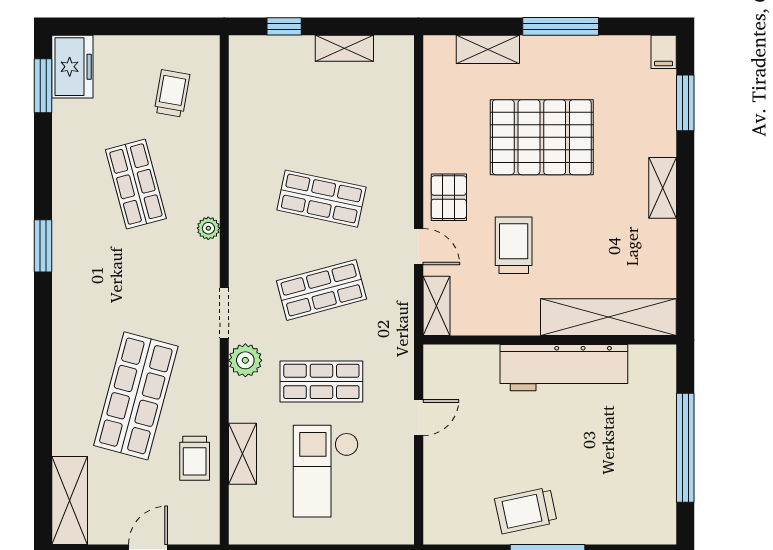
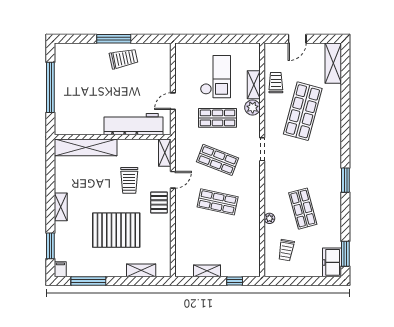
window: (561, 26) -> (88, 281), moved
plant: (208, 228) -> (269, 218), moved
door: (419, 247) -> (173, 180), swing flipped
shop shelf: (321, 290) -> (218, 160), turned 36
plant: (245, 360) -> (253, 107), moved
workbench: (564, 368) -> (133, 124), moved

